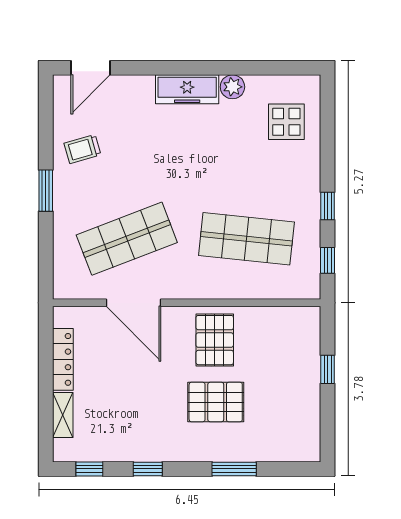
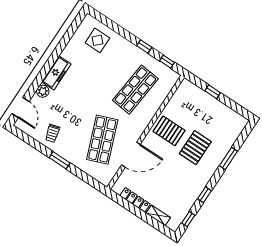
plant: (232, 87) -> (43, 91), moved

